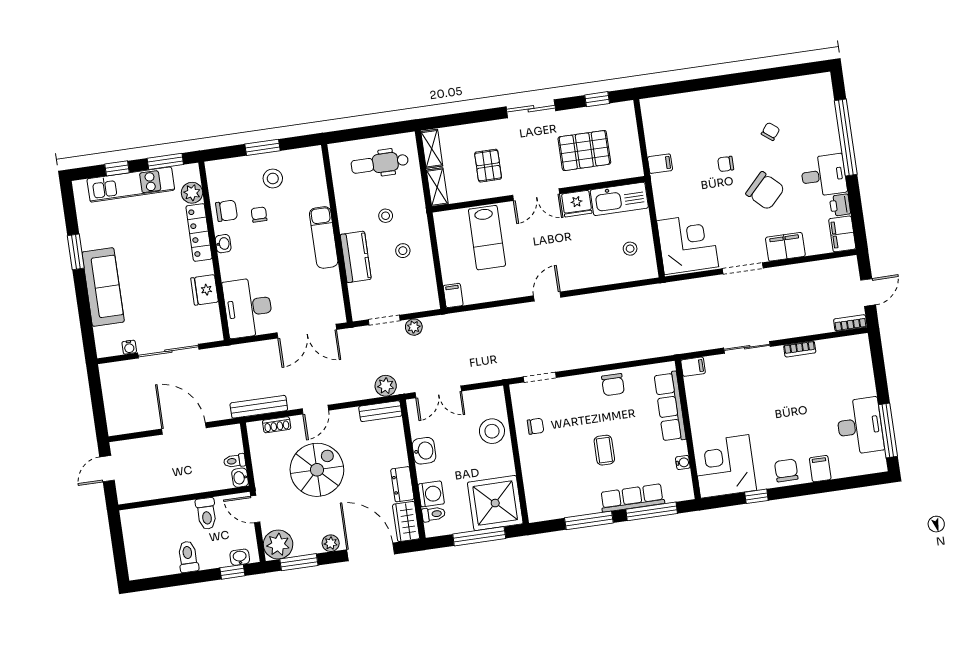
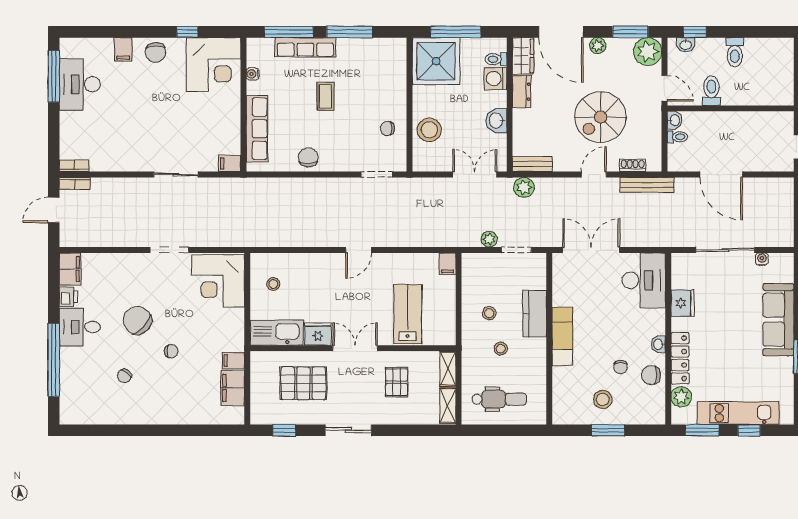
filing cabinet: (785, 247) -> (233, 388), moved, turned 90
bookcase: (800, 349) -> (74, 166), moved

